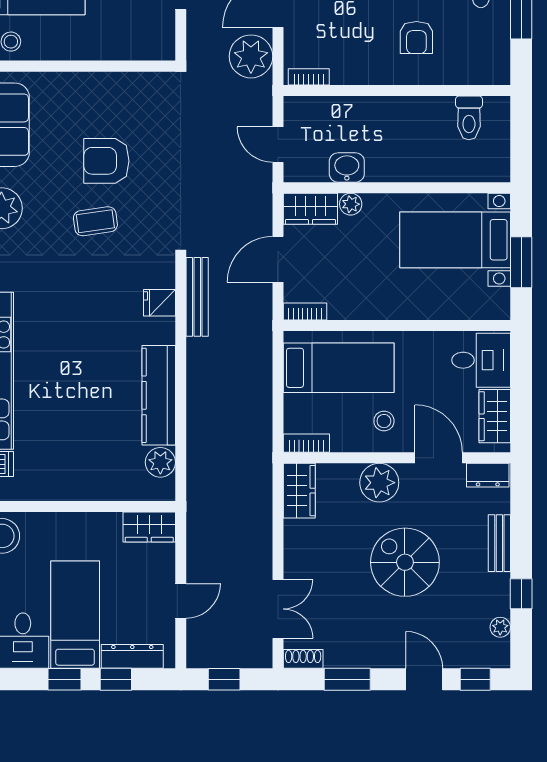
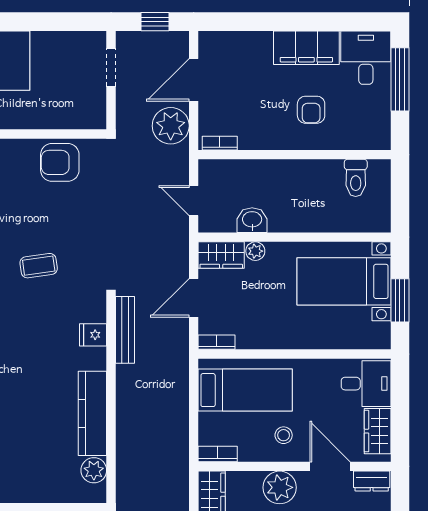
armchair: (106, 161) -> (60, 162), moved

